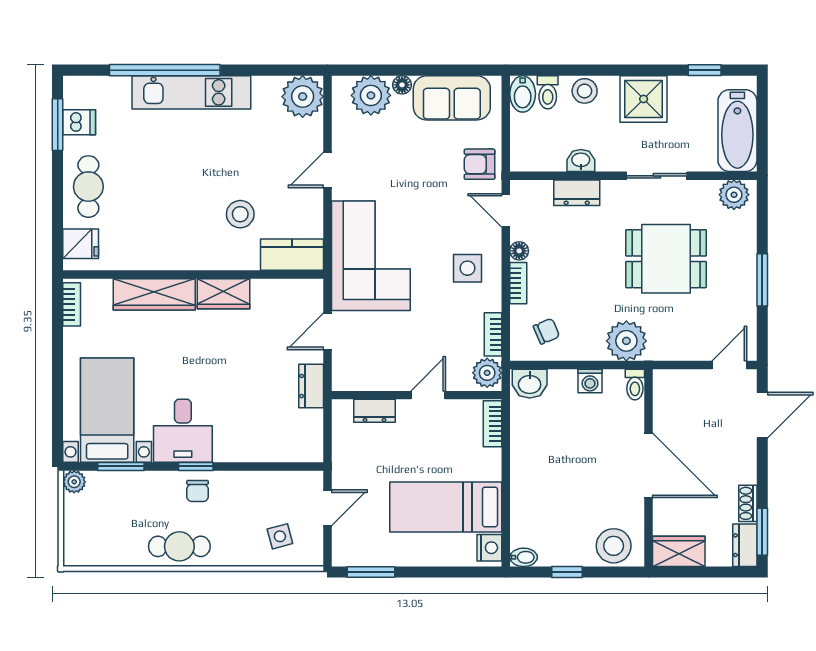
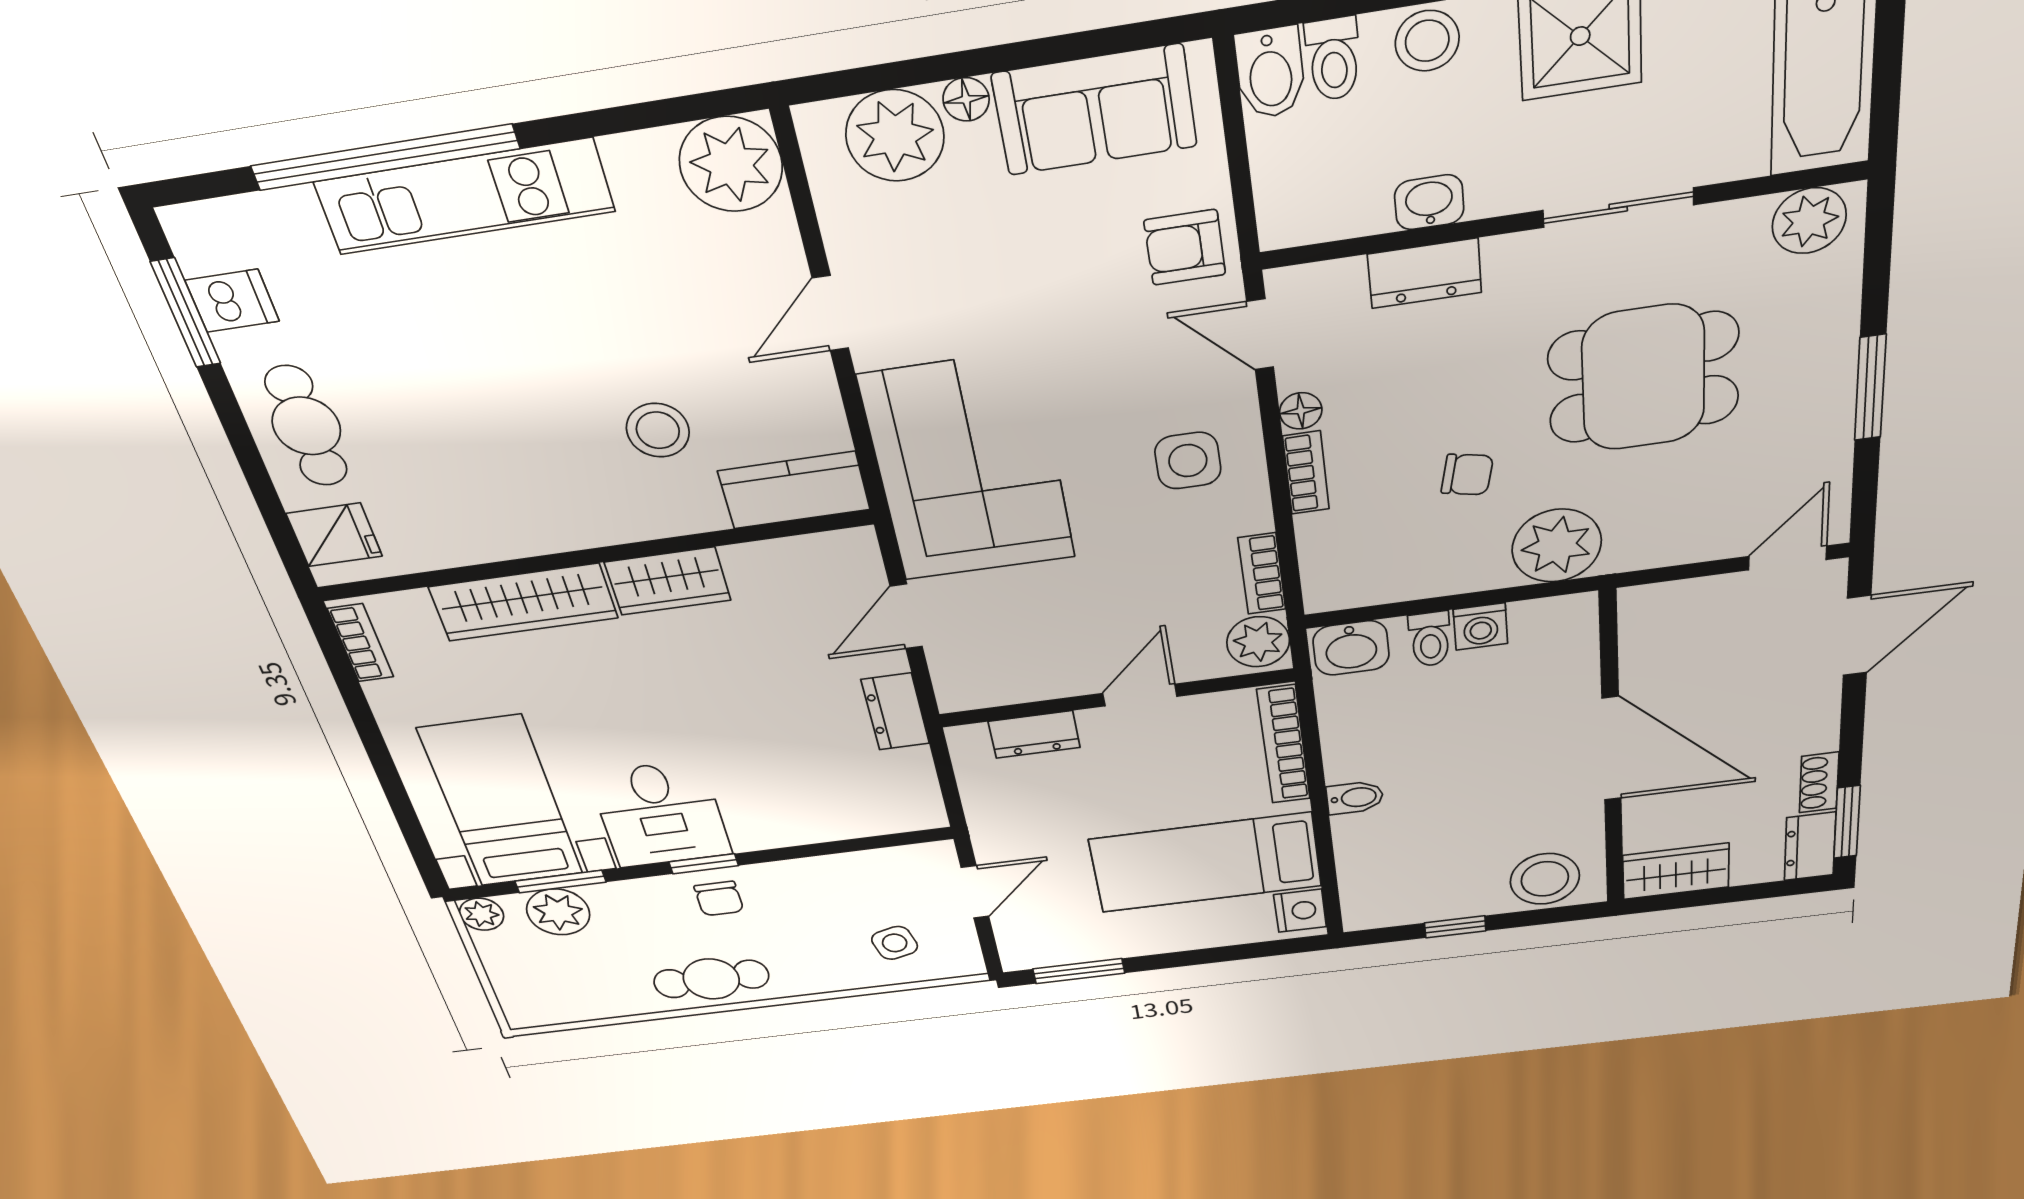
chair: (546, 331) -> (1467, 474), moved, turned 35
toilet: (635, 384) -> (1430, 639), moved
bookcase: (493, 424) -> (1284, 745), width x1.56
plant: (114, 487) -> (558, 912), added
bidet: (524, 557) -> (1355, 798), moved

